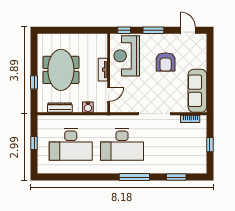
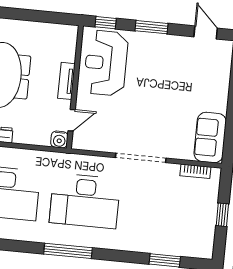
armchair: (166, 62) -> (166, 79), removed
sofa: (197, 91) -> (210, 138), width x0.73
water cooler: (88, 107) -> (59, 140), moved
window: (134, 177) -> (68, 251), moved

